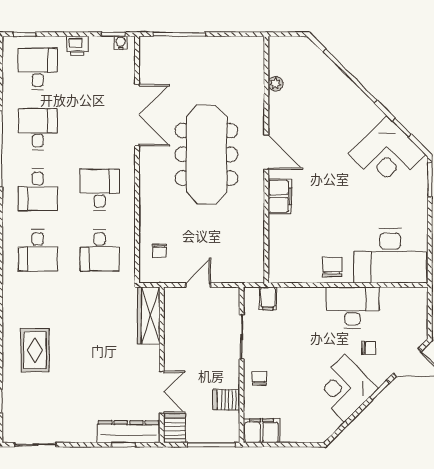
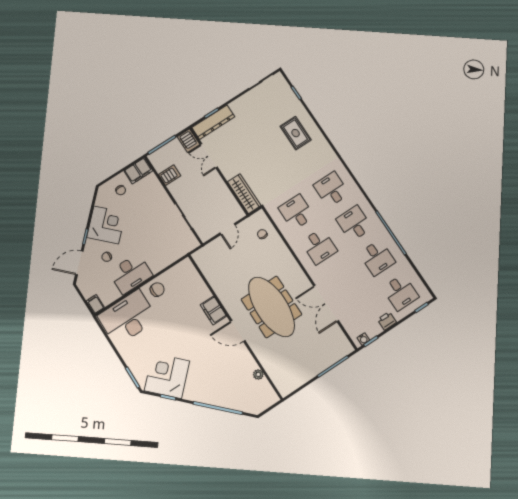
chair: (332, 267) -> (157, 290), turned -90
filing cabinet: (268, 298) -> (95, 304), moved
chair: (259, 378) -> (121, 190), moved

